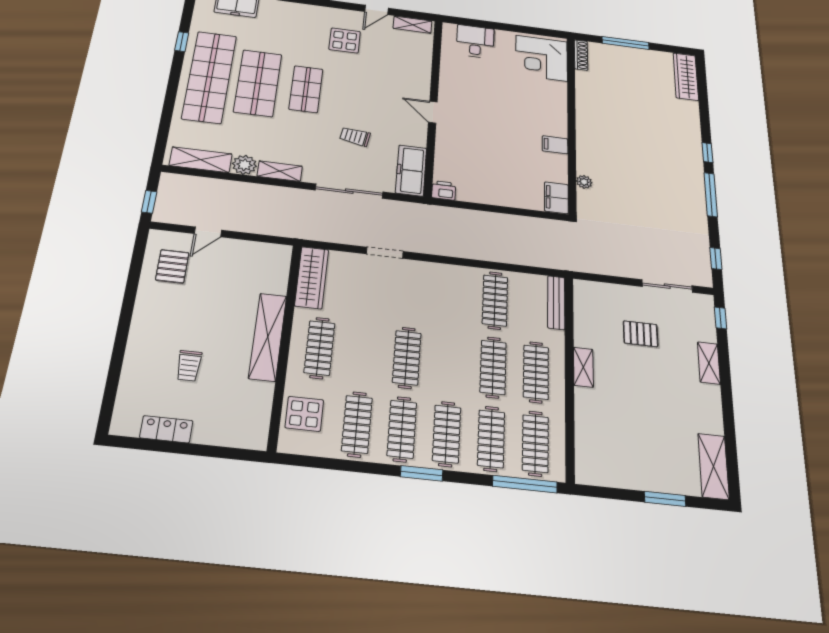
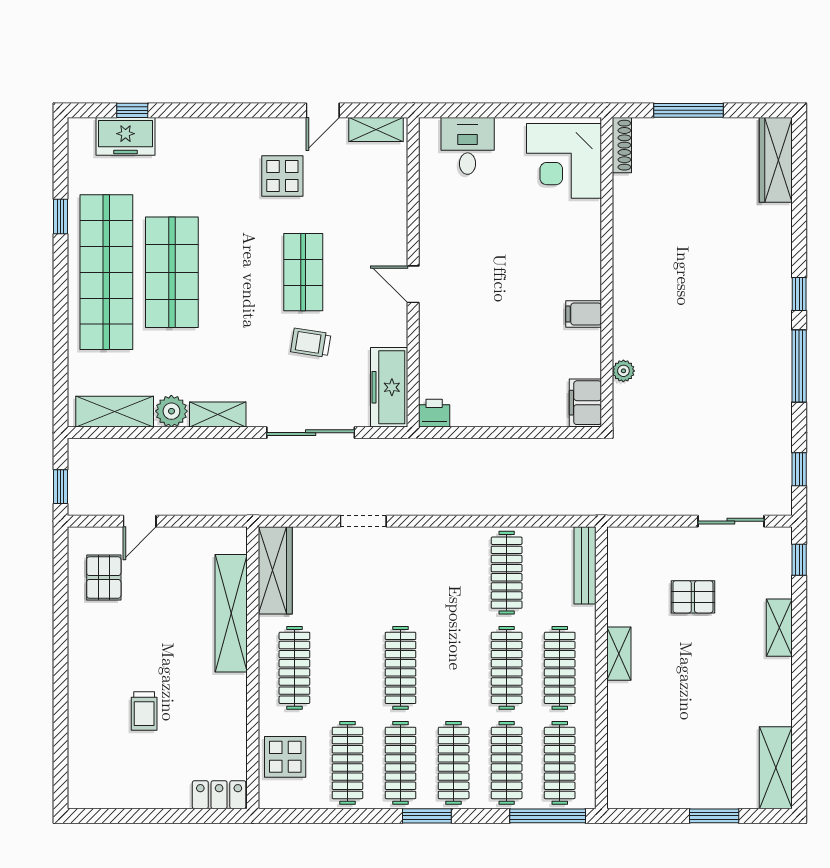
shop shelf: (306, 89) -> (303, 272), moved
shelving: (268, 337) -> (231, 613), moved
locker: (166, 429) -> (219, 795), moved

